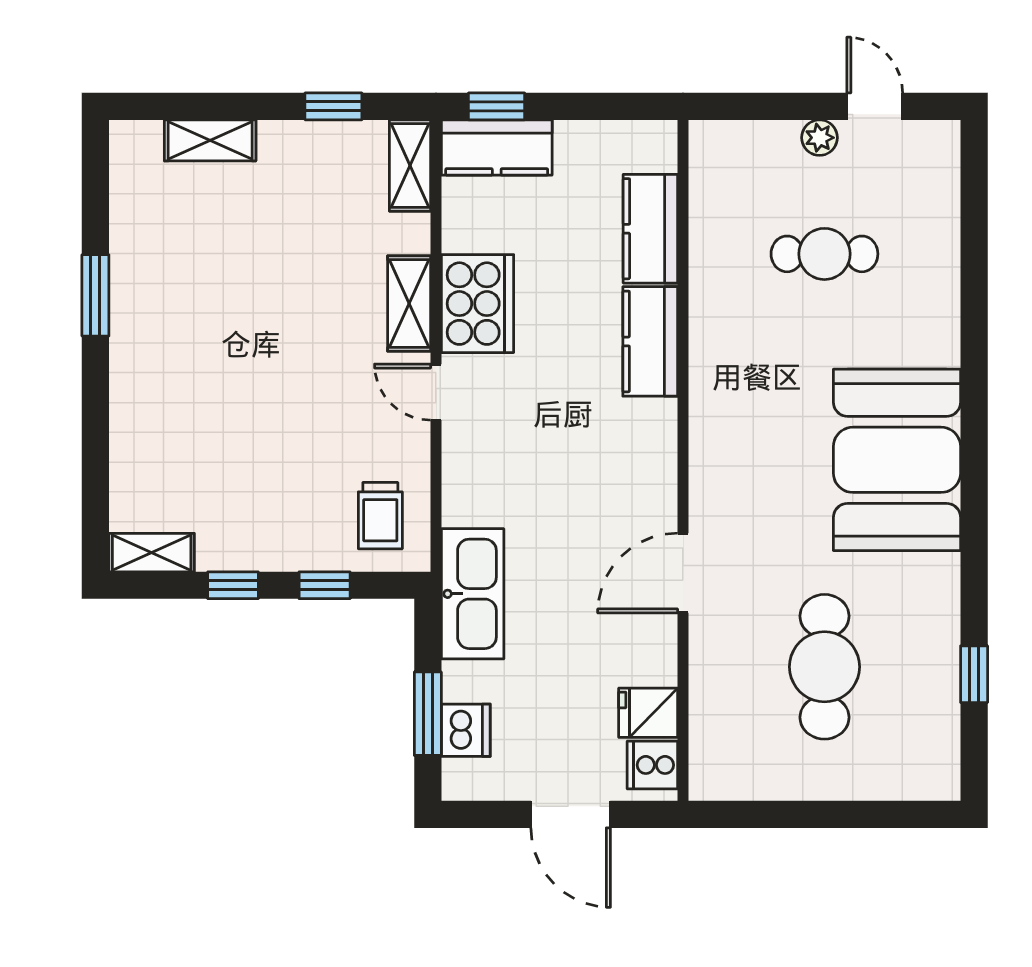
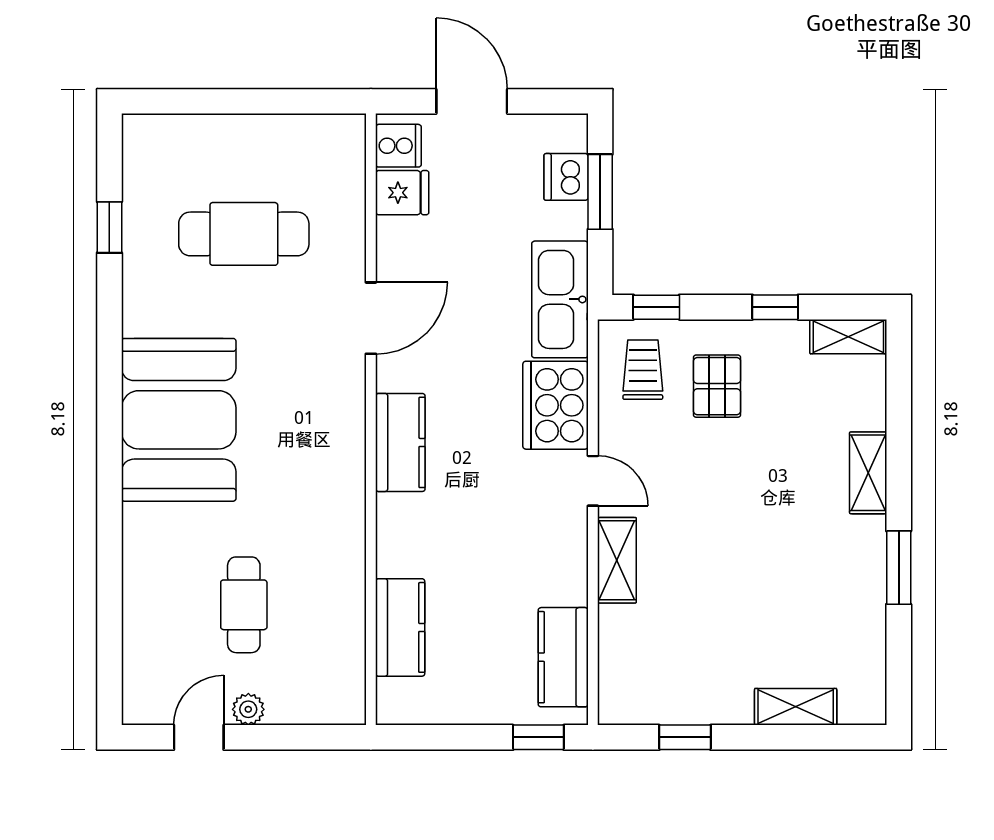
door: (875, 106) -> (199, 737), swing flipped
kitchen counter: (497, 148) -> (563, 657), moved, turned -90
shelving: (410, 165) -> (868, 473), moved
cafe table: (824, 254) -> (244, 605), turned 90
cooker: (477, 304) -> (555, 405), moved
kitchen counter: (650, 341) -> (400, 442), moved
pallet: (298, 497) -> (717, 386), added
window: (325, 585) -> (656, 307), moved
cafe table: (824, 667) -> (244, 234), turned 90

